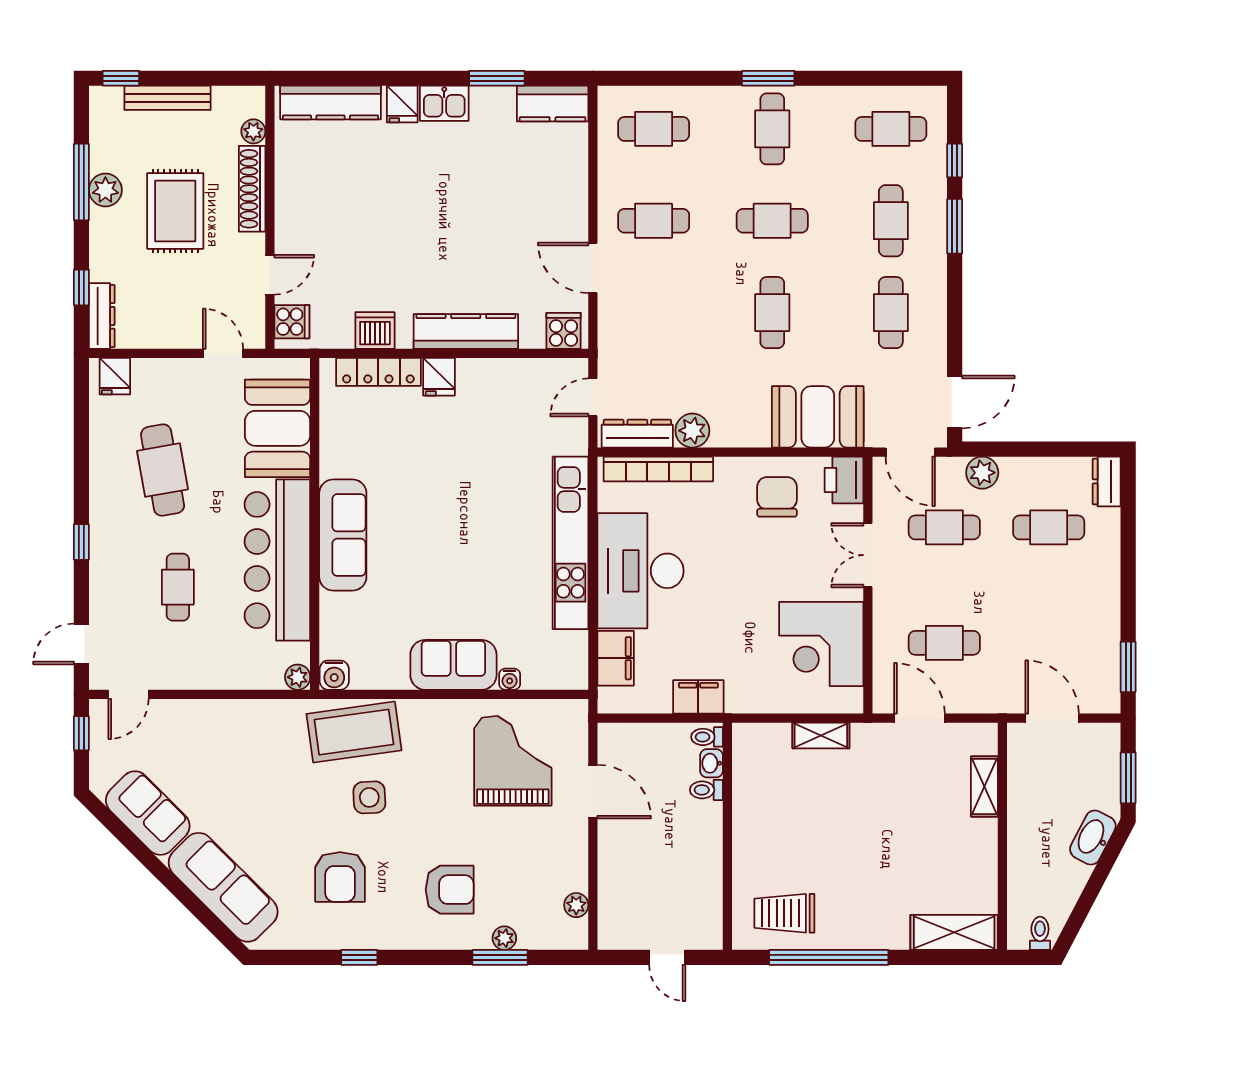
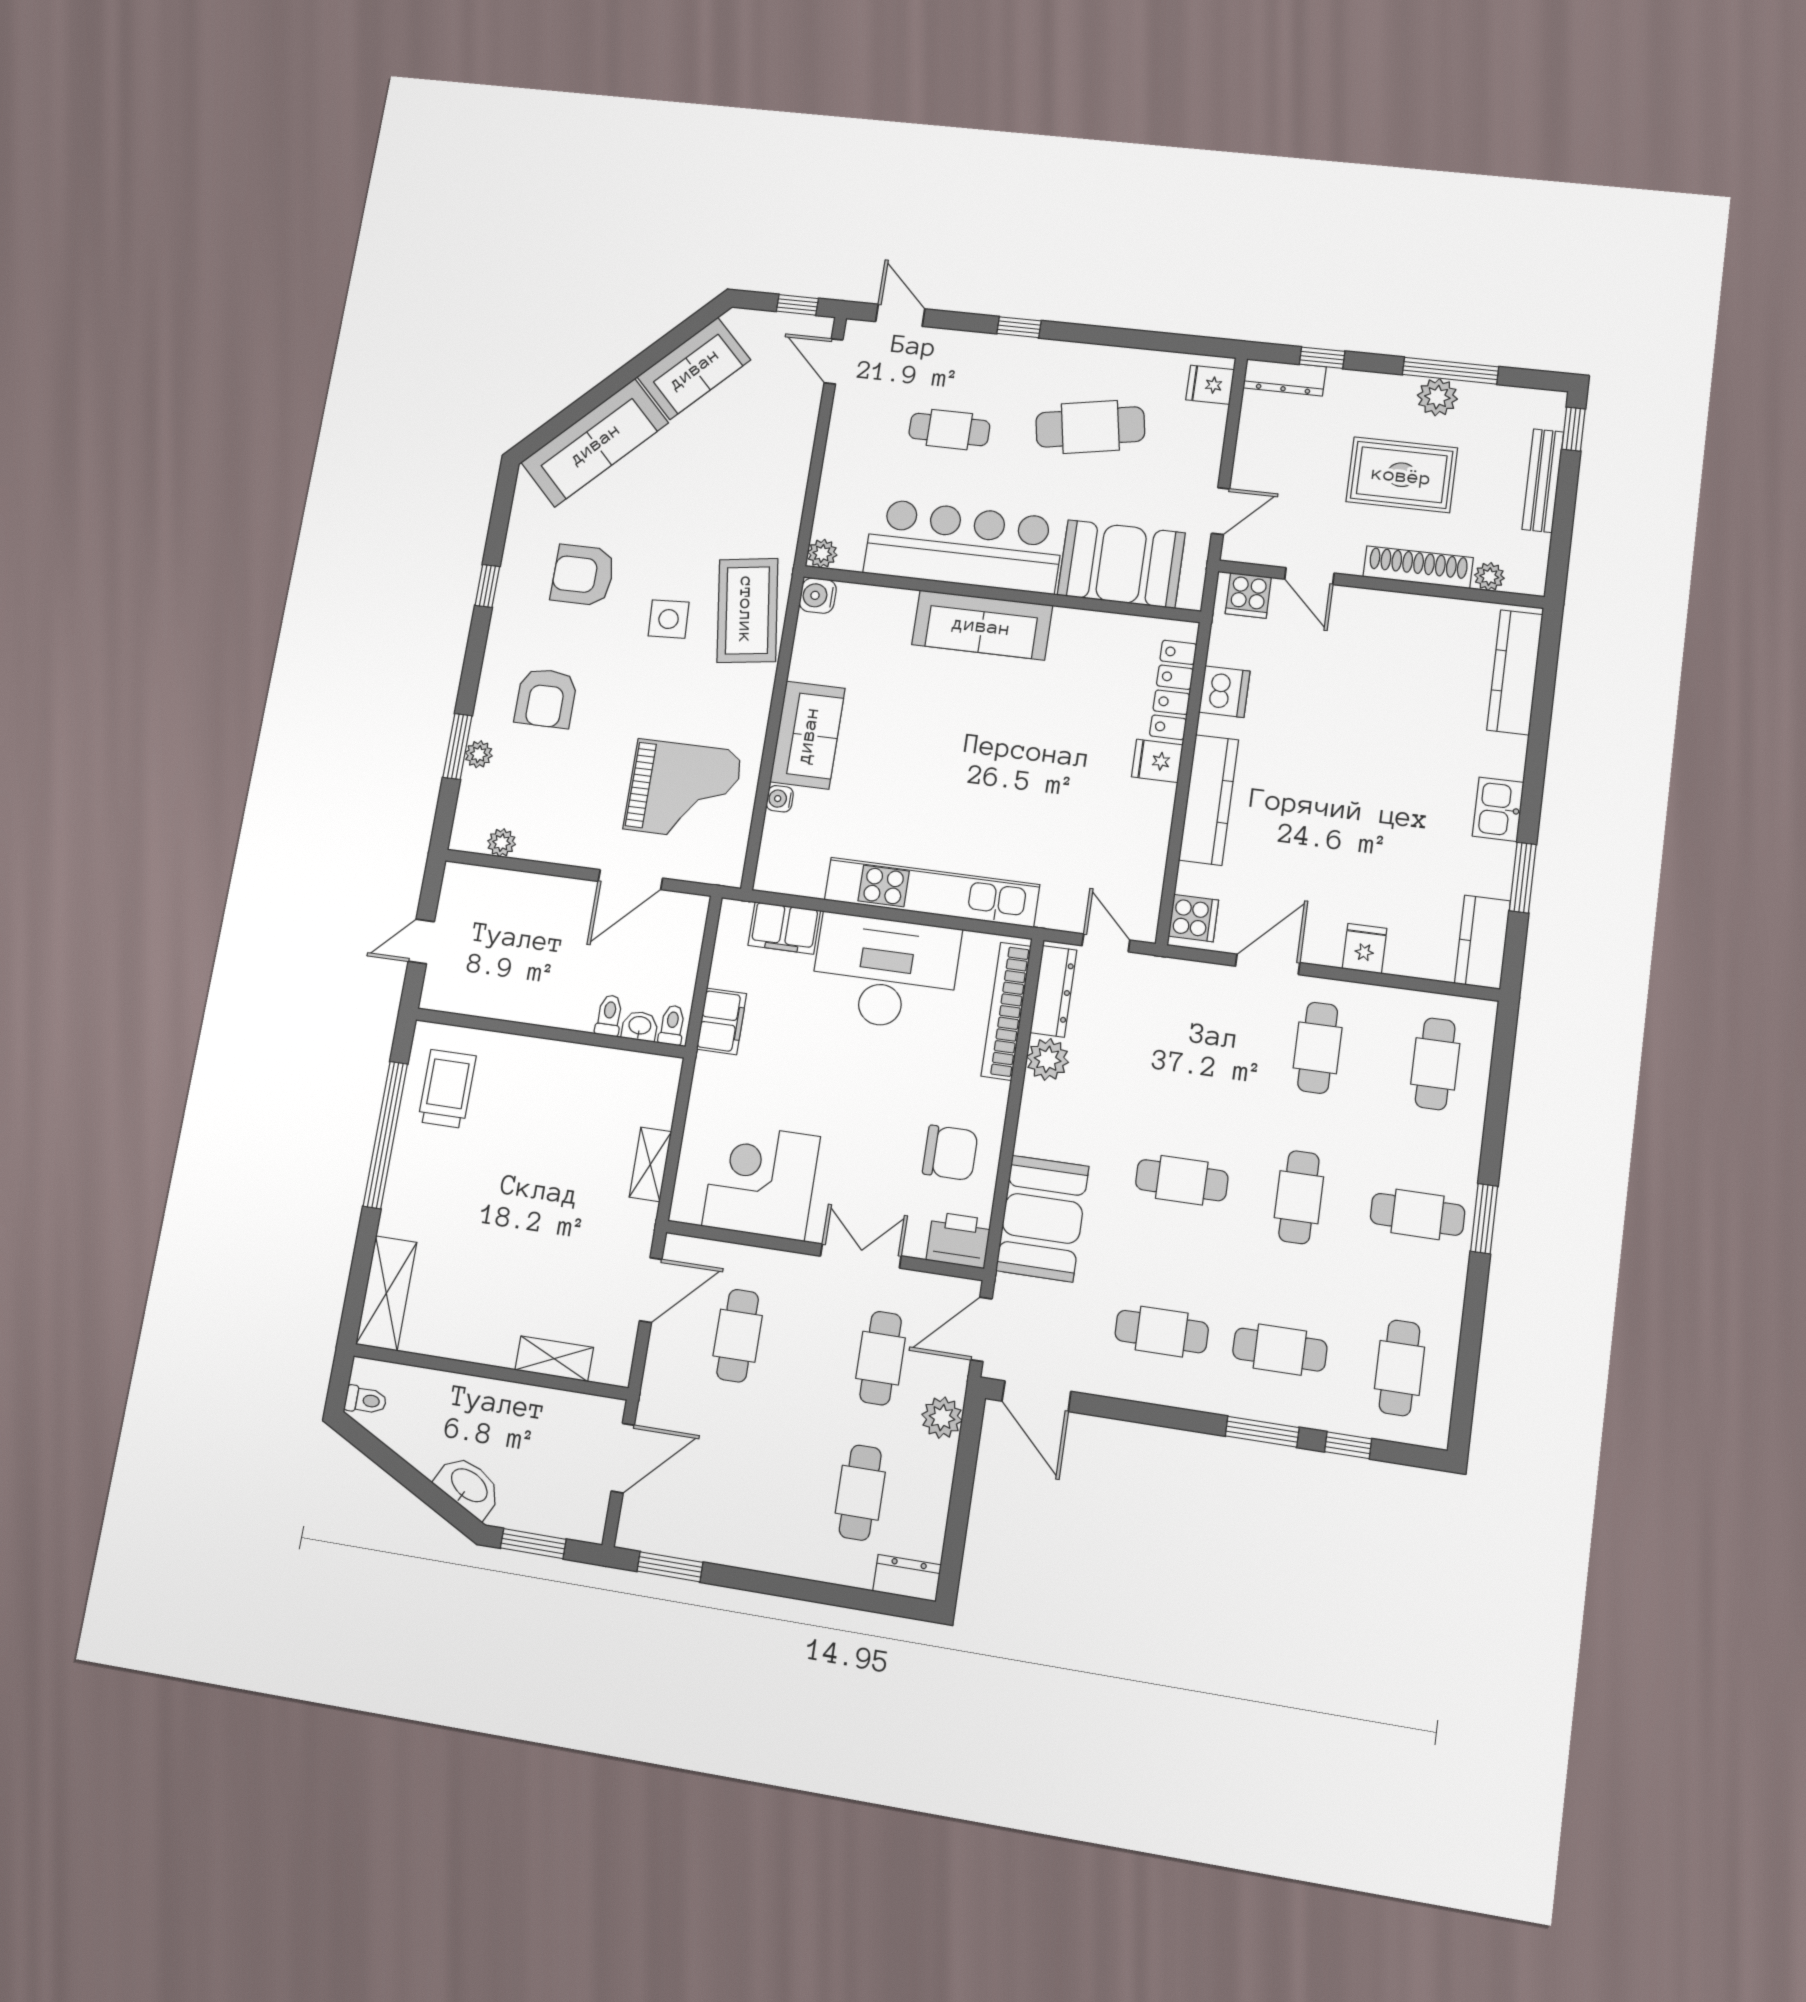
fridge: (402, 104) -> (1365, 949), moved, turned 90

